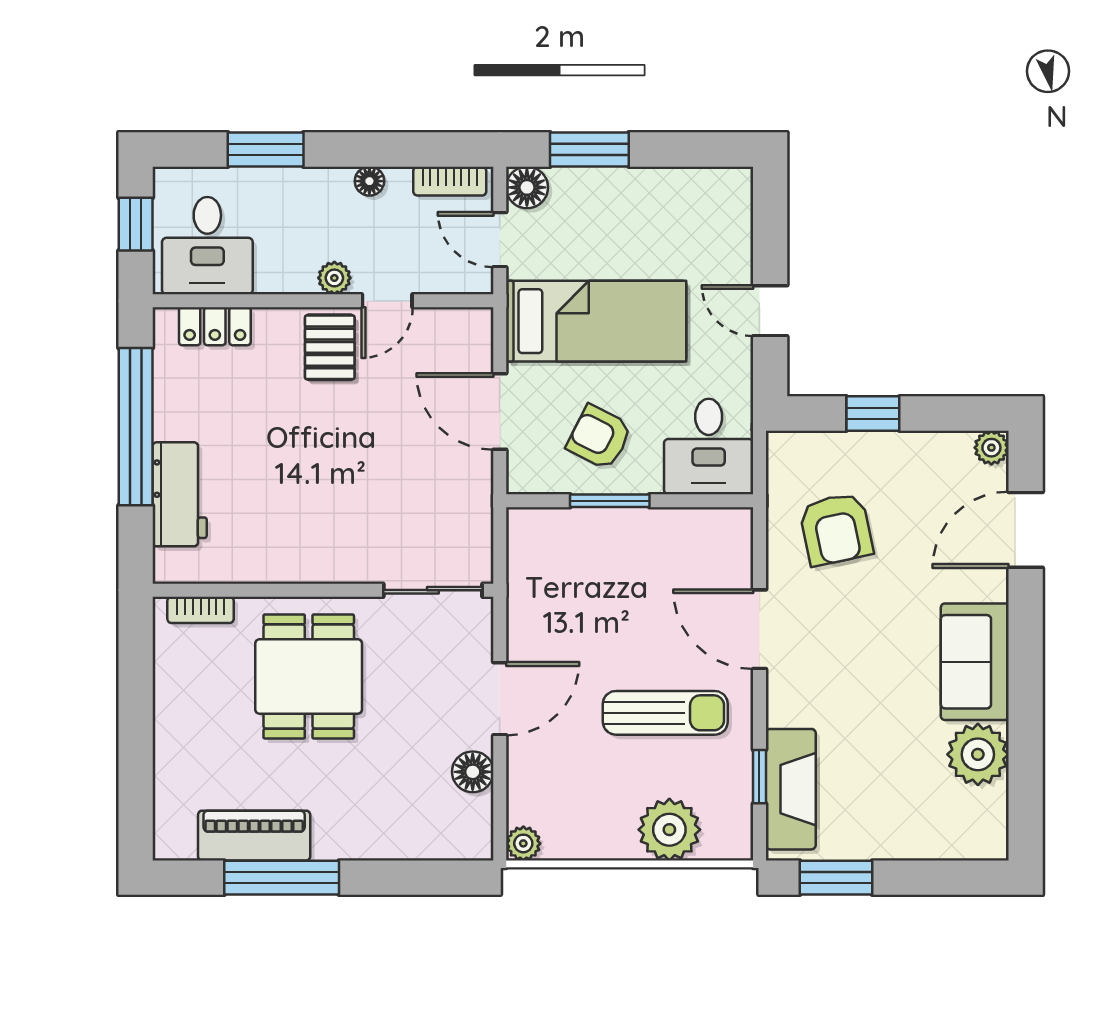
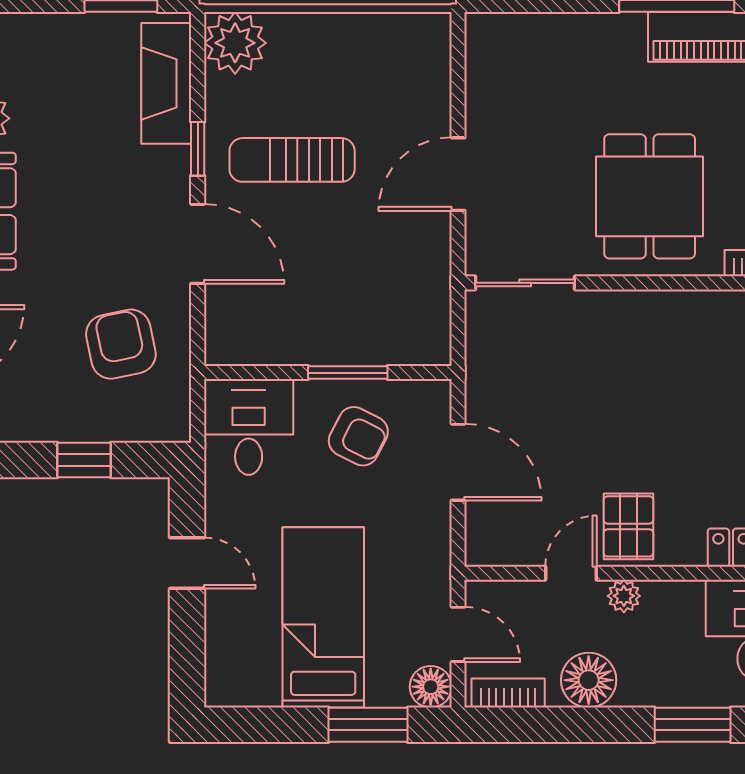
floor lamp: (369, 181) -> (589, 680), width x1.89, depth x1.89
bed: (596, 321) -> (323, 617), moved, turned 90
floor lamp: (473, 772) -> (485, 101), removed
window: (759, 777) -> (198, 149), moved
plant: (669, 830) -> (235, 43), moved
plant: (523, 843) -> (434, 29), removed

